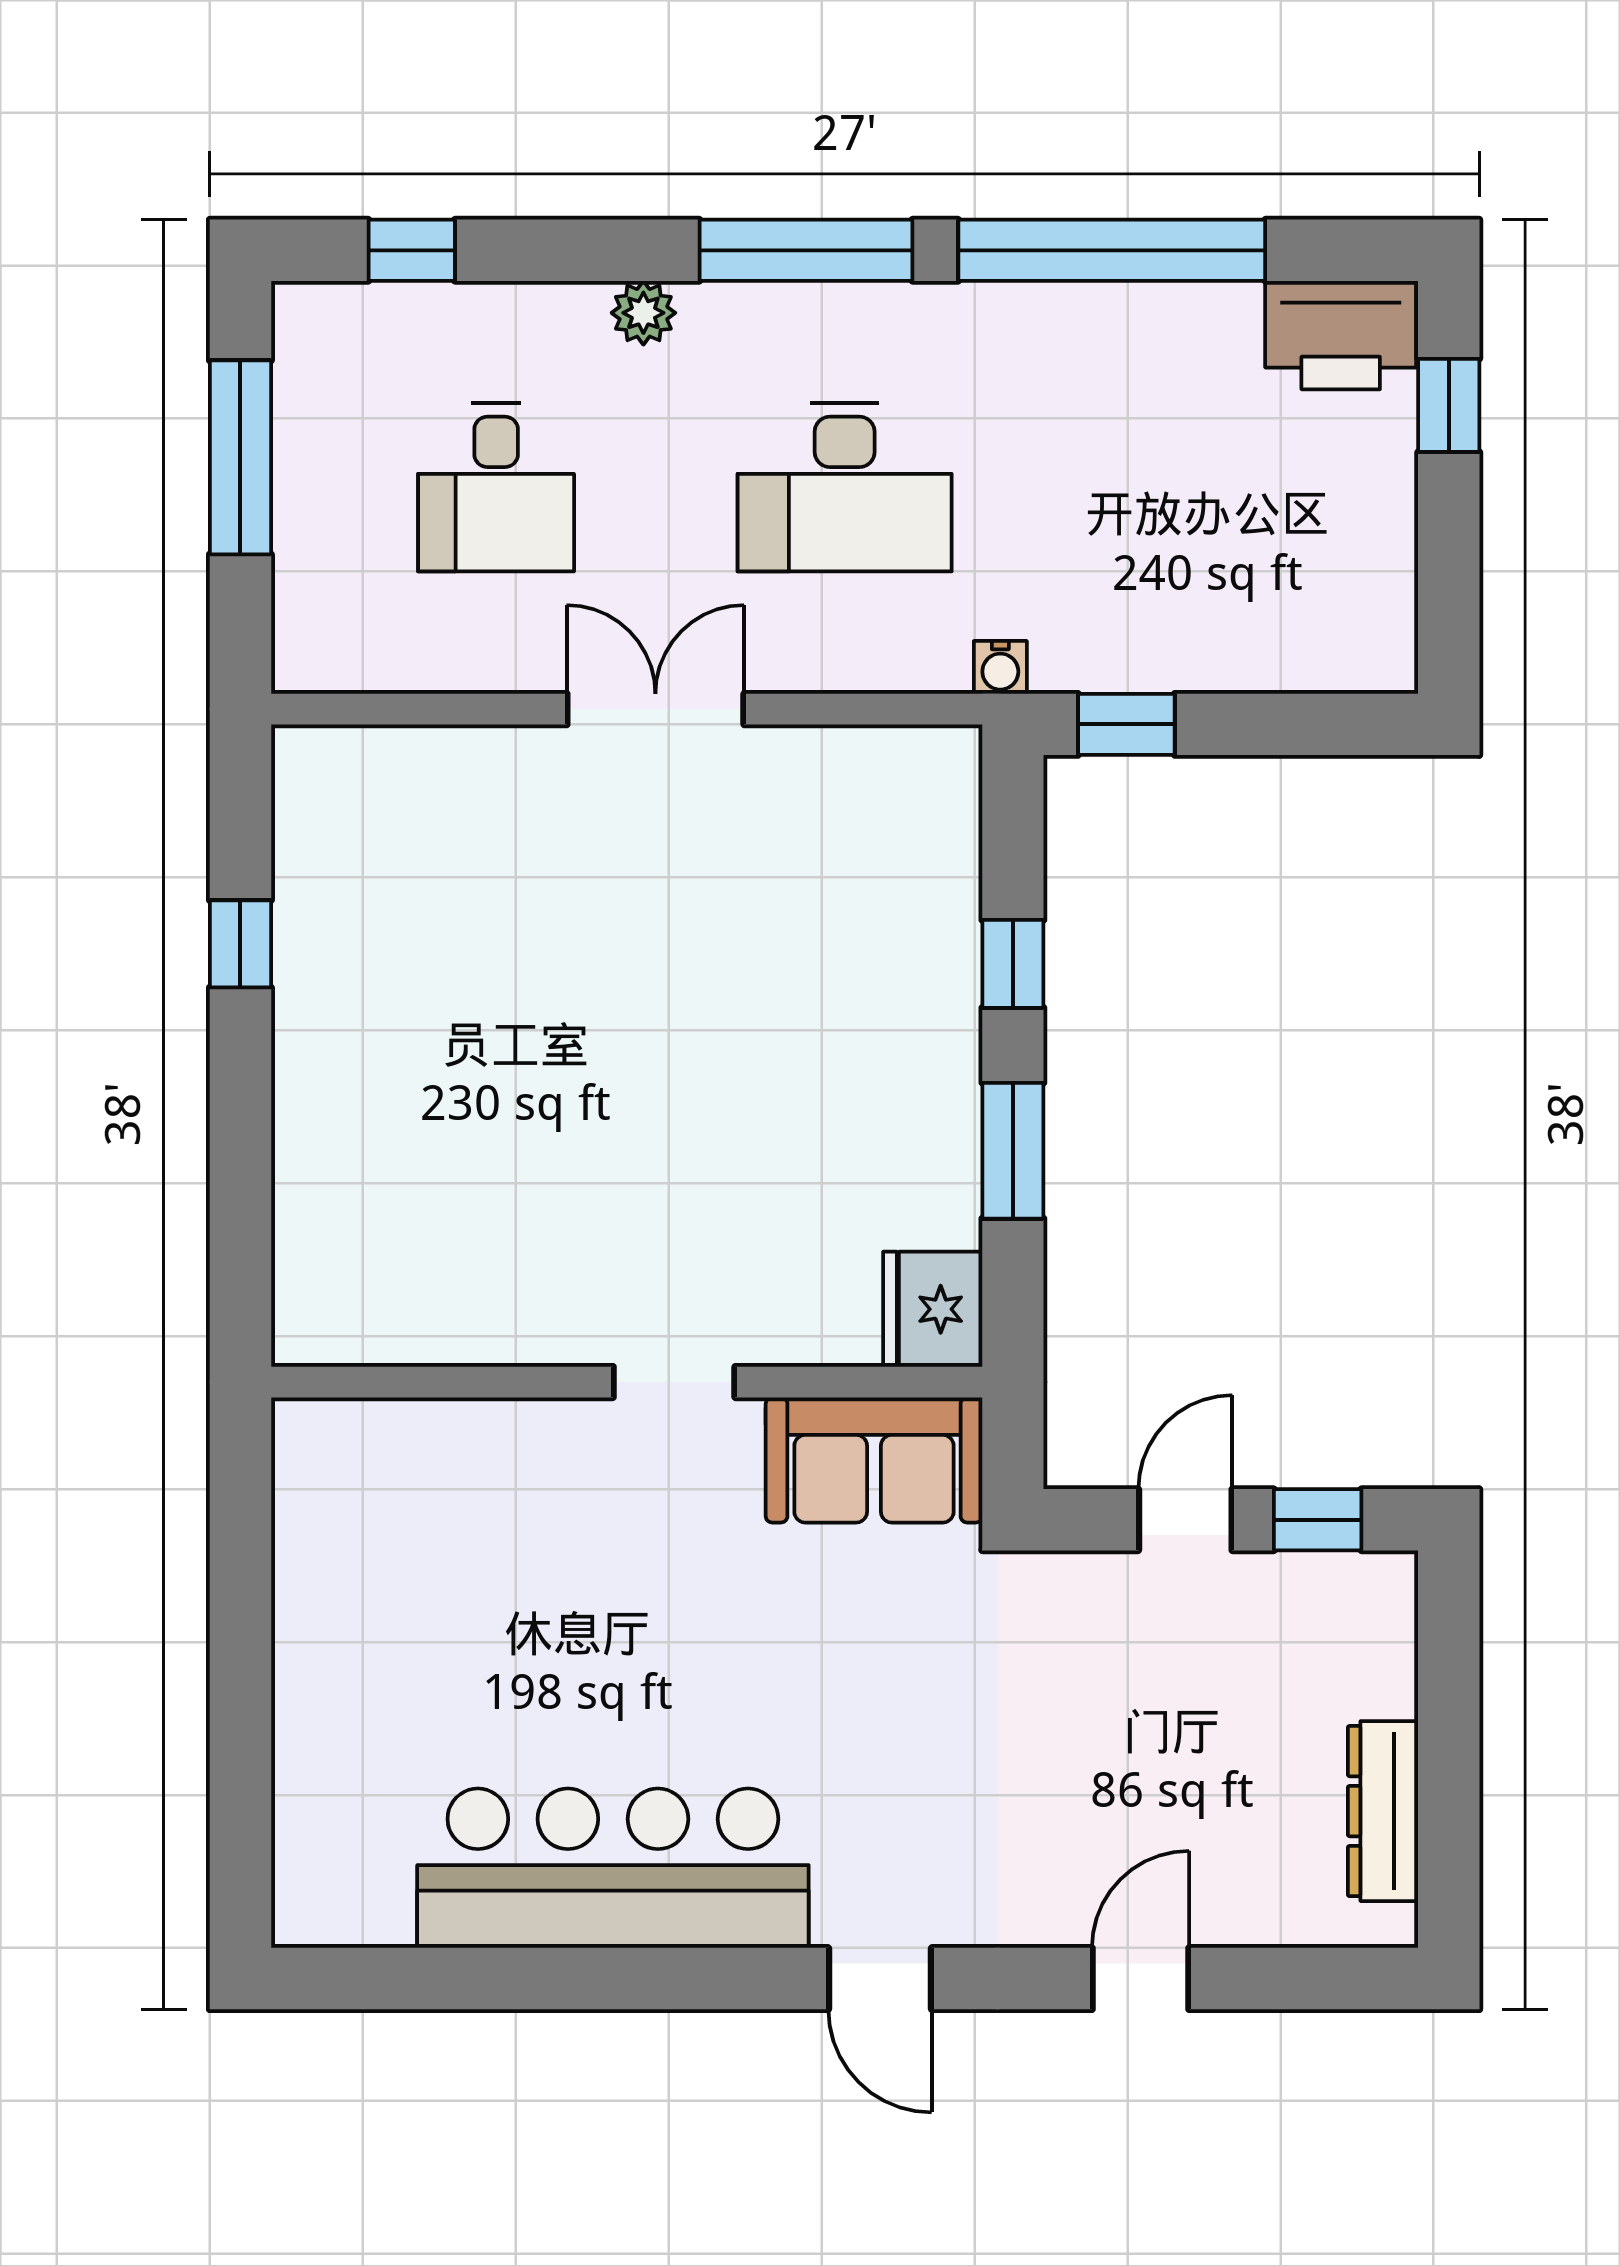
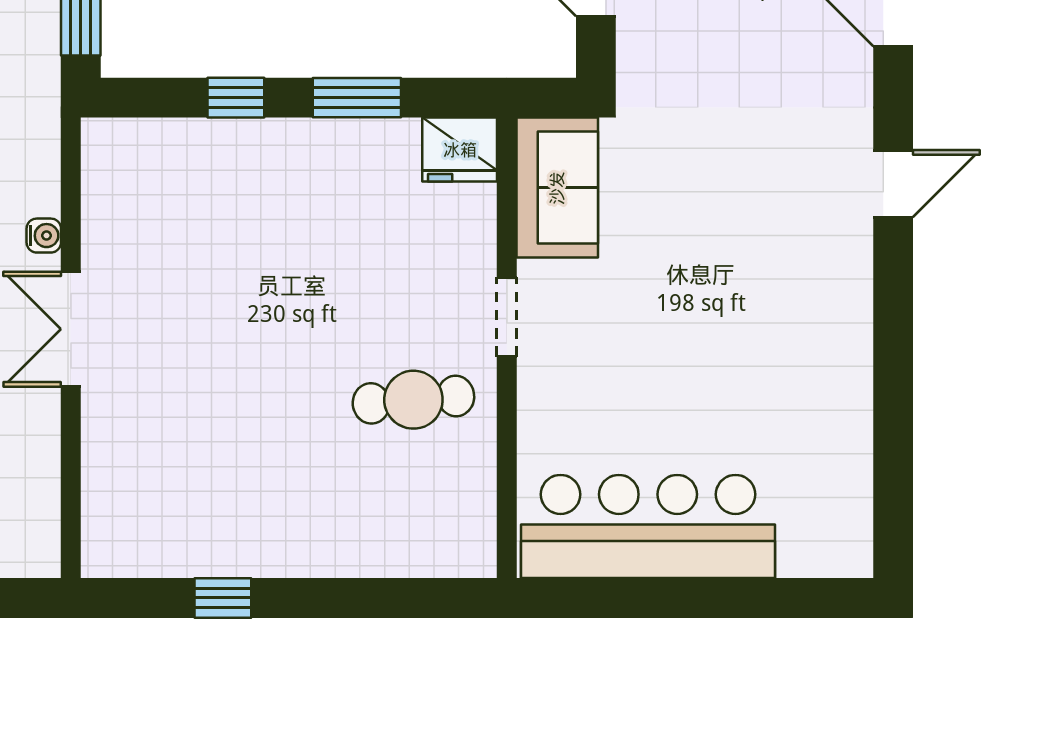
water cooler: (1000, 667) -> (44, 236), moved
cafe table: (546, 1238) -> (413, 400), added
bar counter: (613, 1868) -> (648, 526), moved, turned 90

